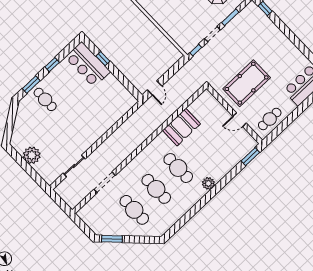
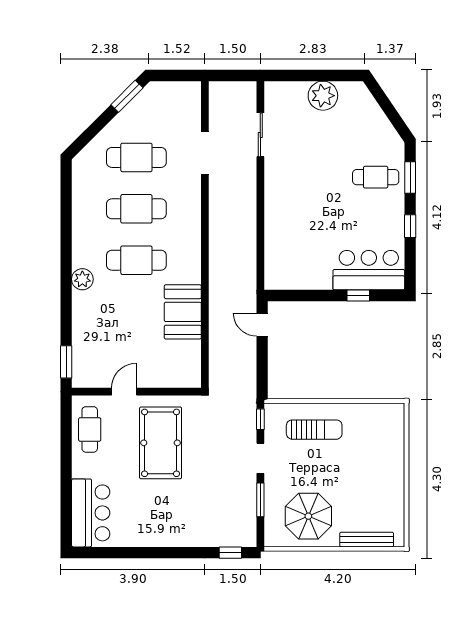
sun lounger: (178, 23) -> (314, 430), added

